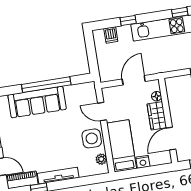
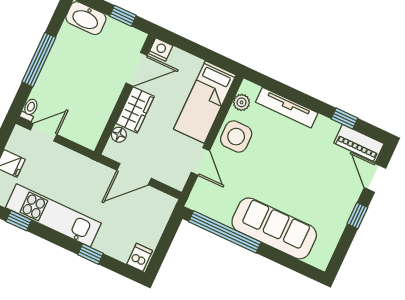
dishwasher: (111, 35) -> (140, 257), moved
window: (46, 85) -> (225, 232), moved
nightstand: (143, 162) -> (161, 50), moved
tv unit: (58, 175) -> (287, 108), moved

